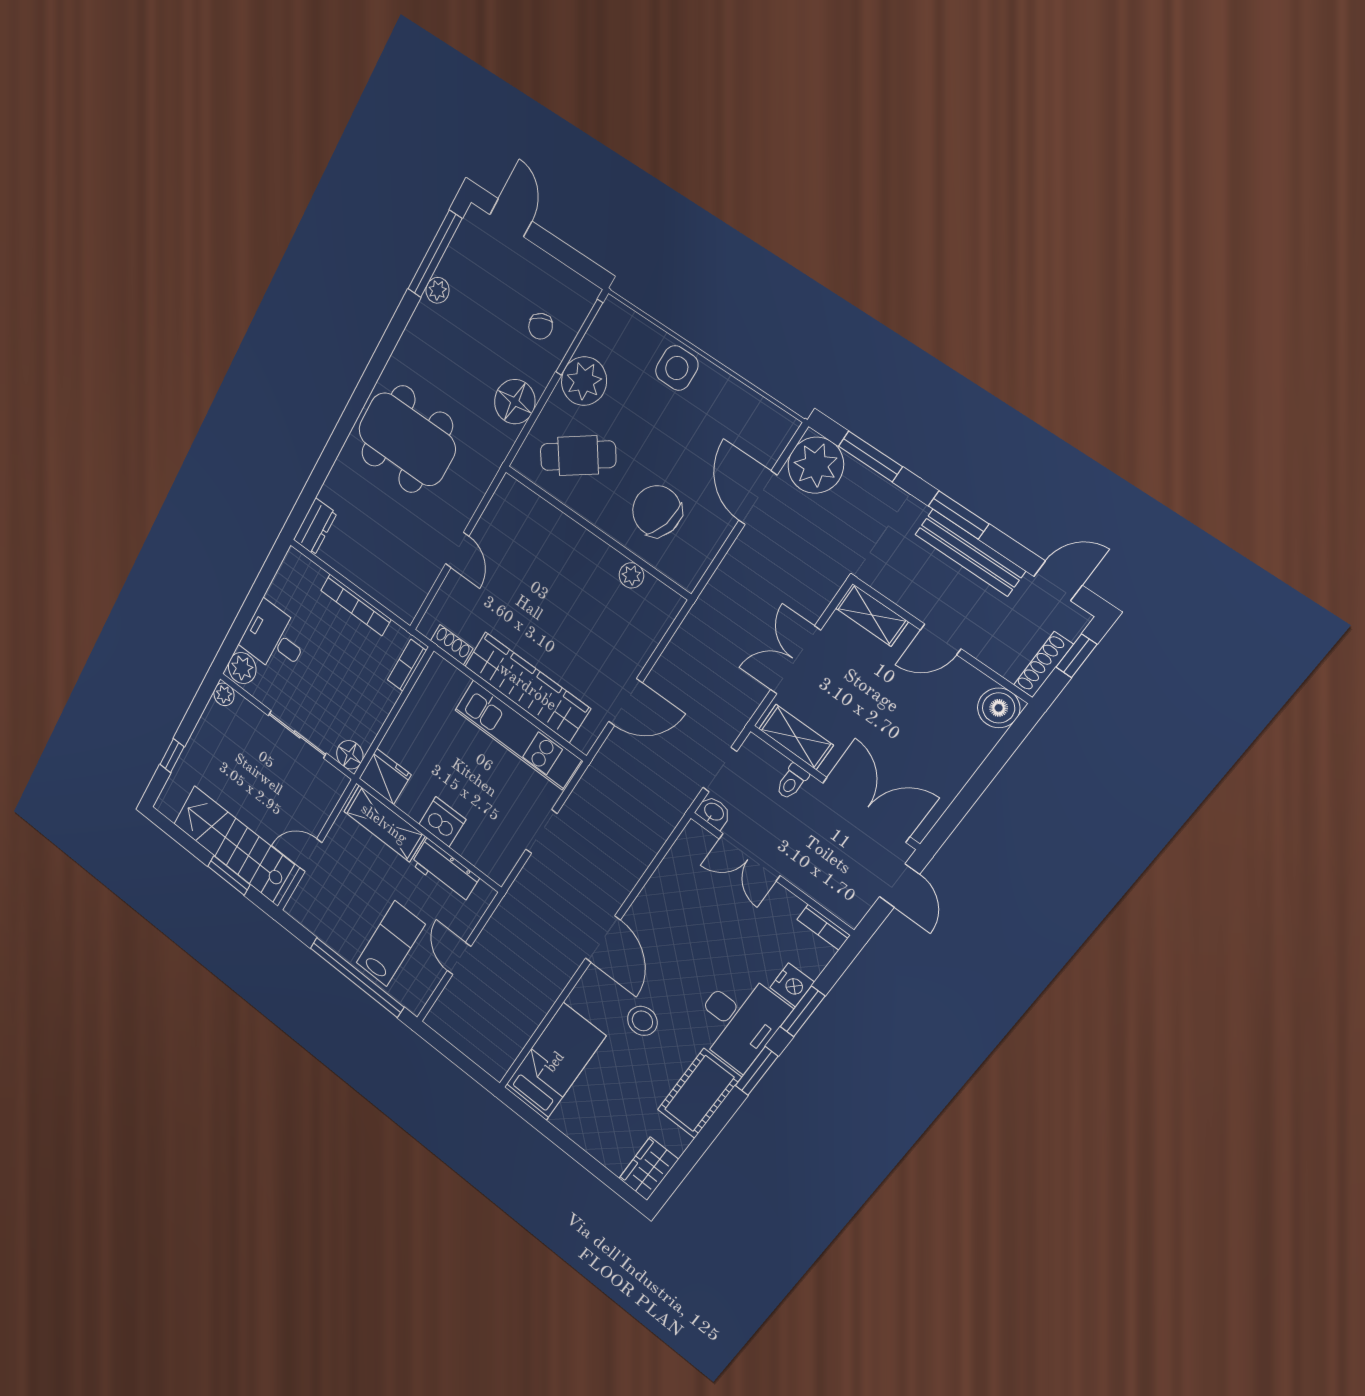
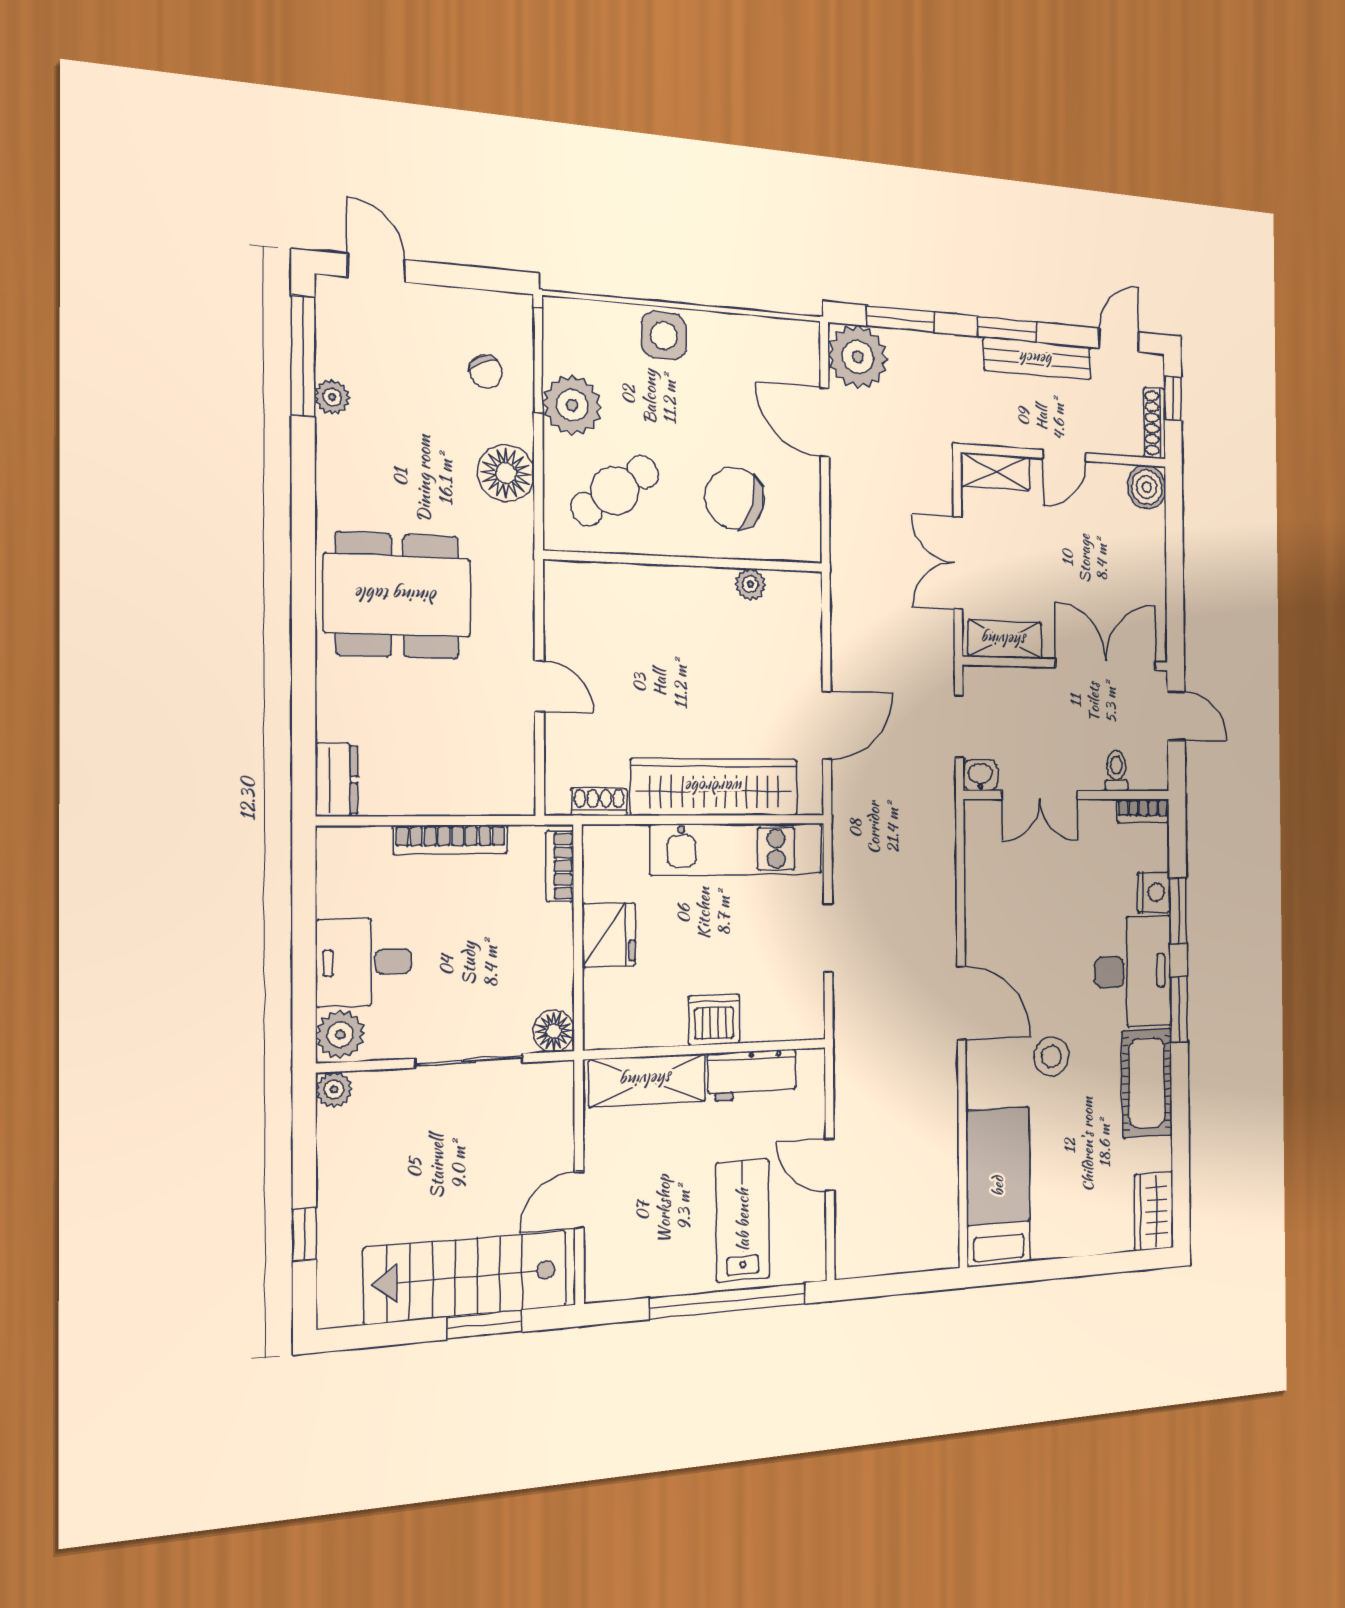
fridge: (385, 776) -> (609, 935), moved, turned 90
toilet: (792, 782) -> (1116, 771), moved, turned 180

